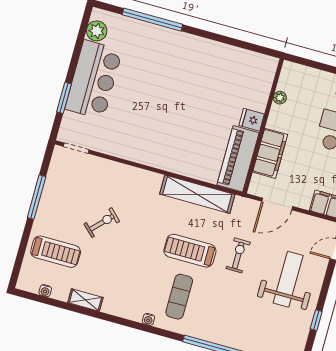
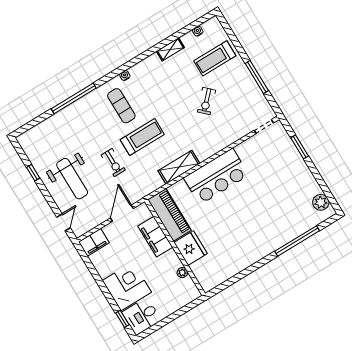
bar counter: (94, 80) -> (216, 176), moved, turned -90
fridge: (252, 120) -> (191, 248), width x1.88, depth x1.34
shelving: (197, 194) -> (179, 167), width x0.68

